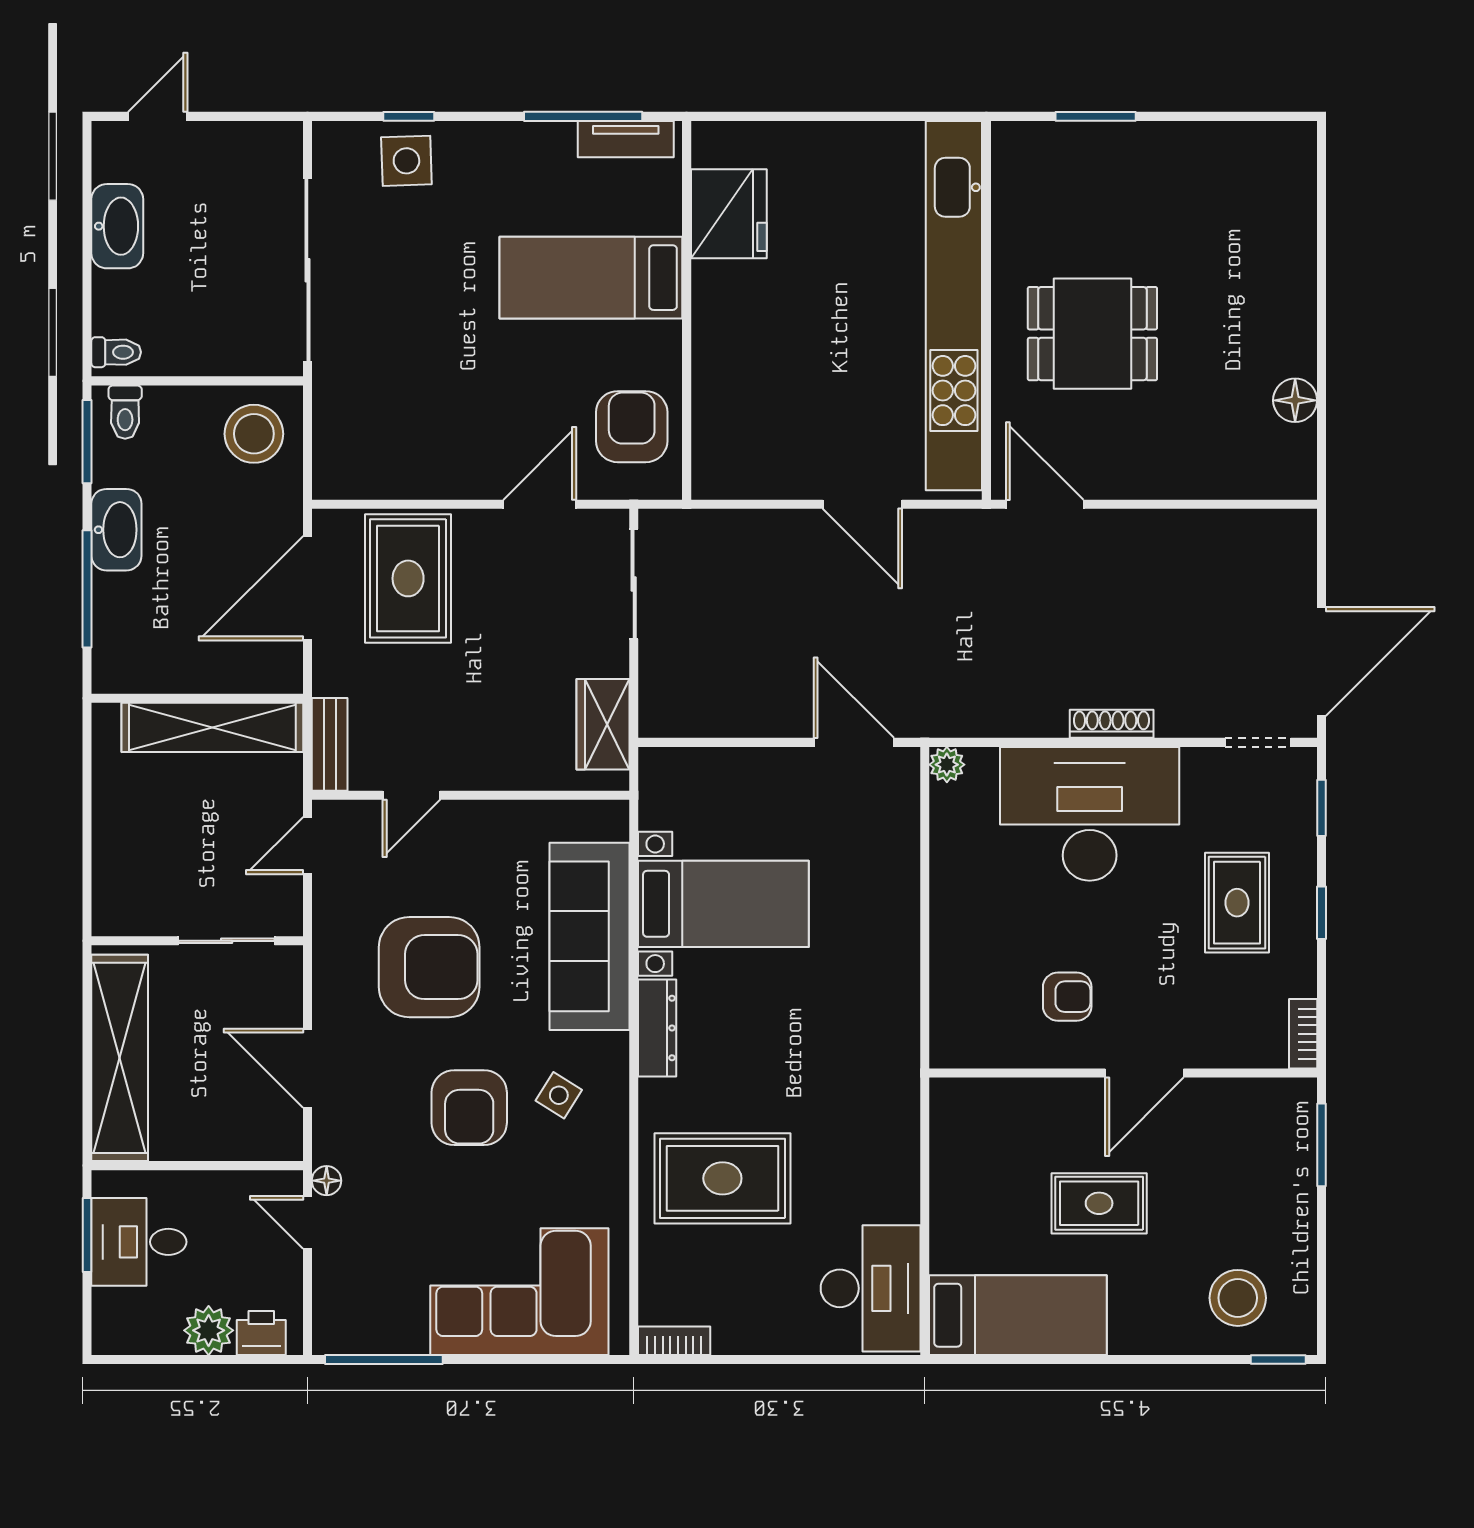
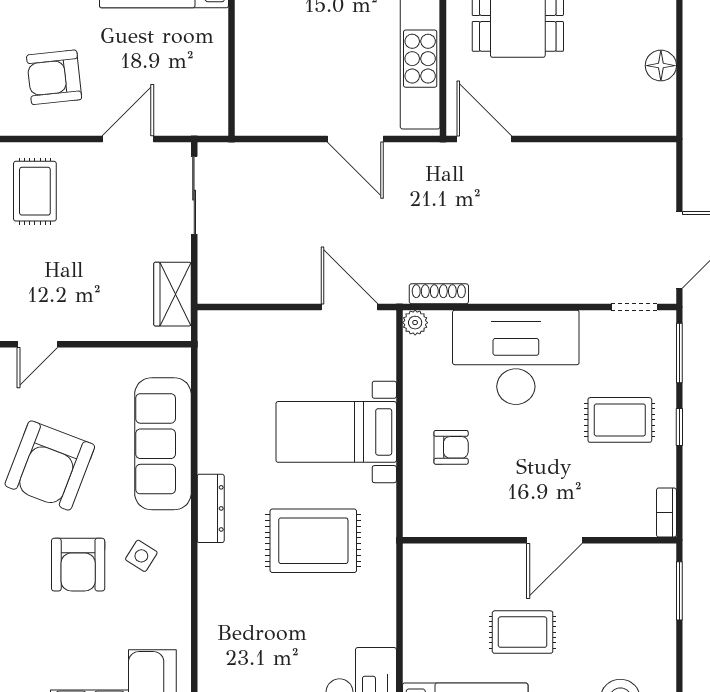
armchair: (632, 427) -> (54, 77), moved, turned -96
rug: (408, 578) -> (35, 191), width x0.73, depth x0.70
shoe rack: (1112, 724) -> (439, 294), moved
window: (1321, 808) -> (679, 353), width x1.50
rug: (1237, 903) -> (620, 420), turned 90
bed with nightstands: (723, 904) -> (336, 432), moved, turned 180
armchair: (429, 967) -> (50, 465), turned 111
armchair: (1067, 997) -> (451, 447), moved
rug: (722, 1178) -> (313, 541), moved

